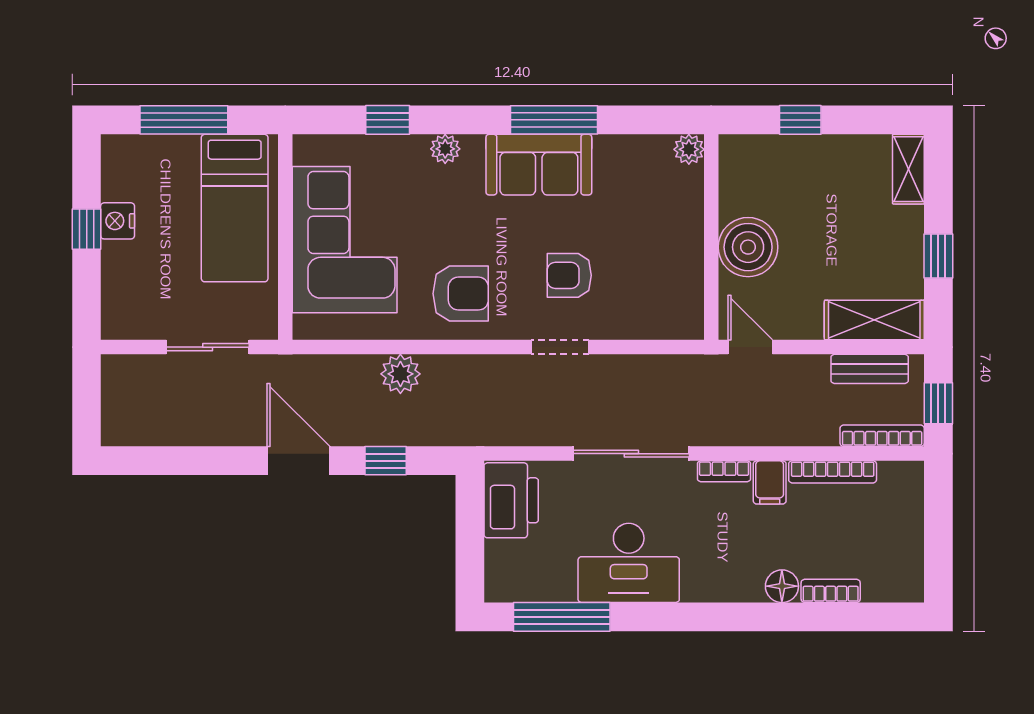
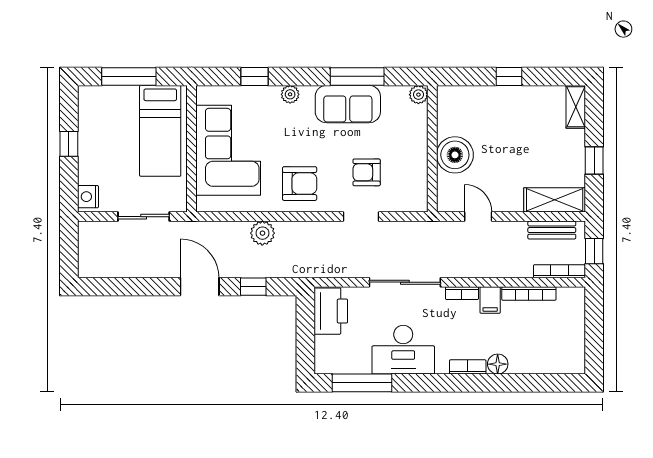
plant: (689, 149) -> (418, 95), moved
nightstand: (118, 221) -> (88, 197), moved
wall: (711, 237) -> (432, 149), moved
boiler: (748, 247) -> (455, 155), moved
bookcase: (831, 591) -> (468, 367), moved

